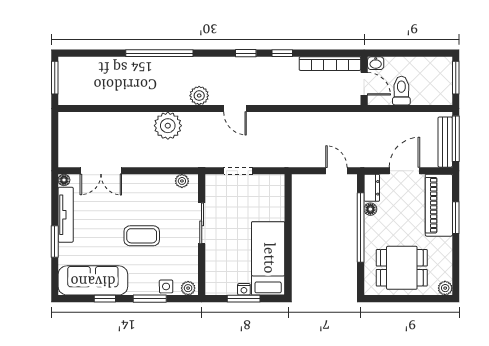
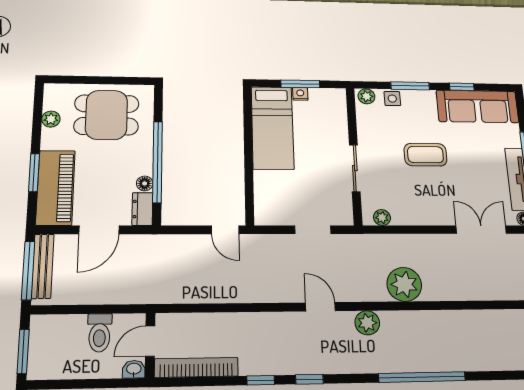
door: (364, 84) -> (150, 341), hinge flipped
door: (336, 171) -> (225, 230), moved
plant: (445, 288) -> (51, 119), moved

